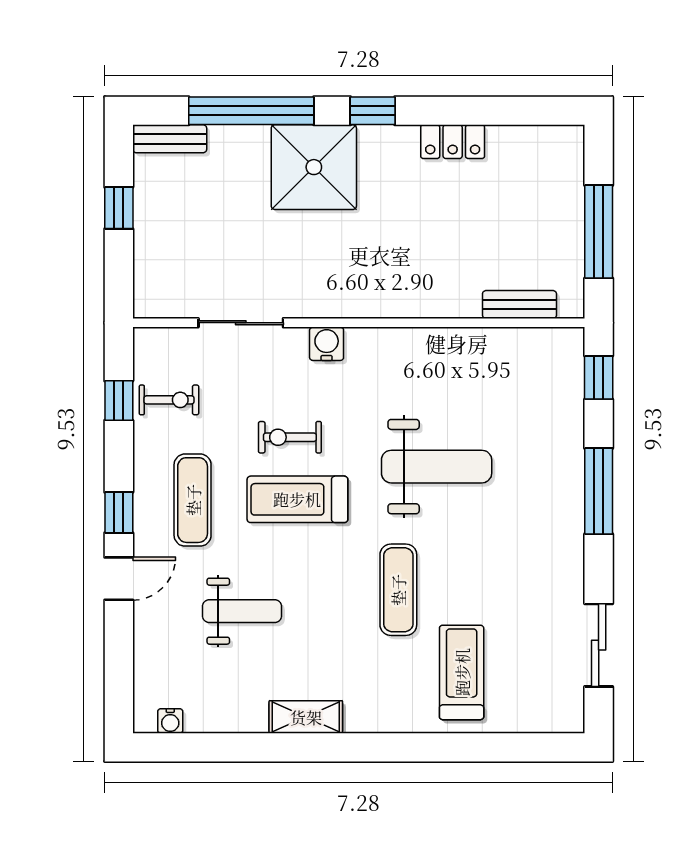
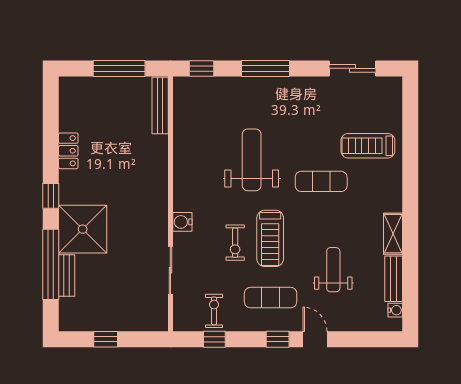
bench: (170, 139) -> (67, 275), moved
bench: (519, 304) -> (160, 105), width x1.36
bench: (226, 718) -> (394, 279), added

